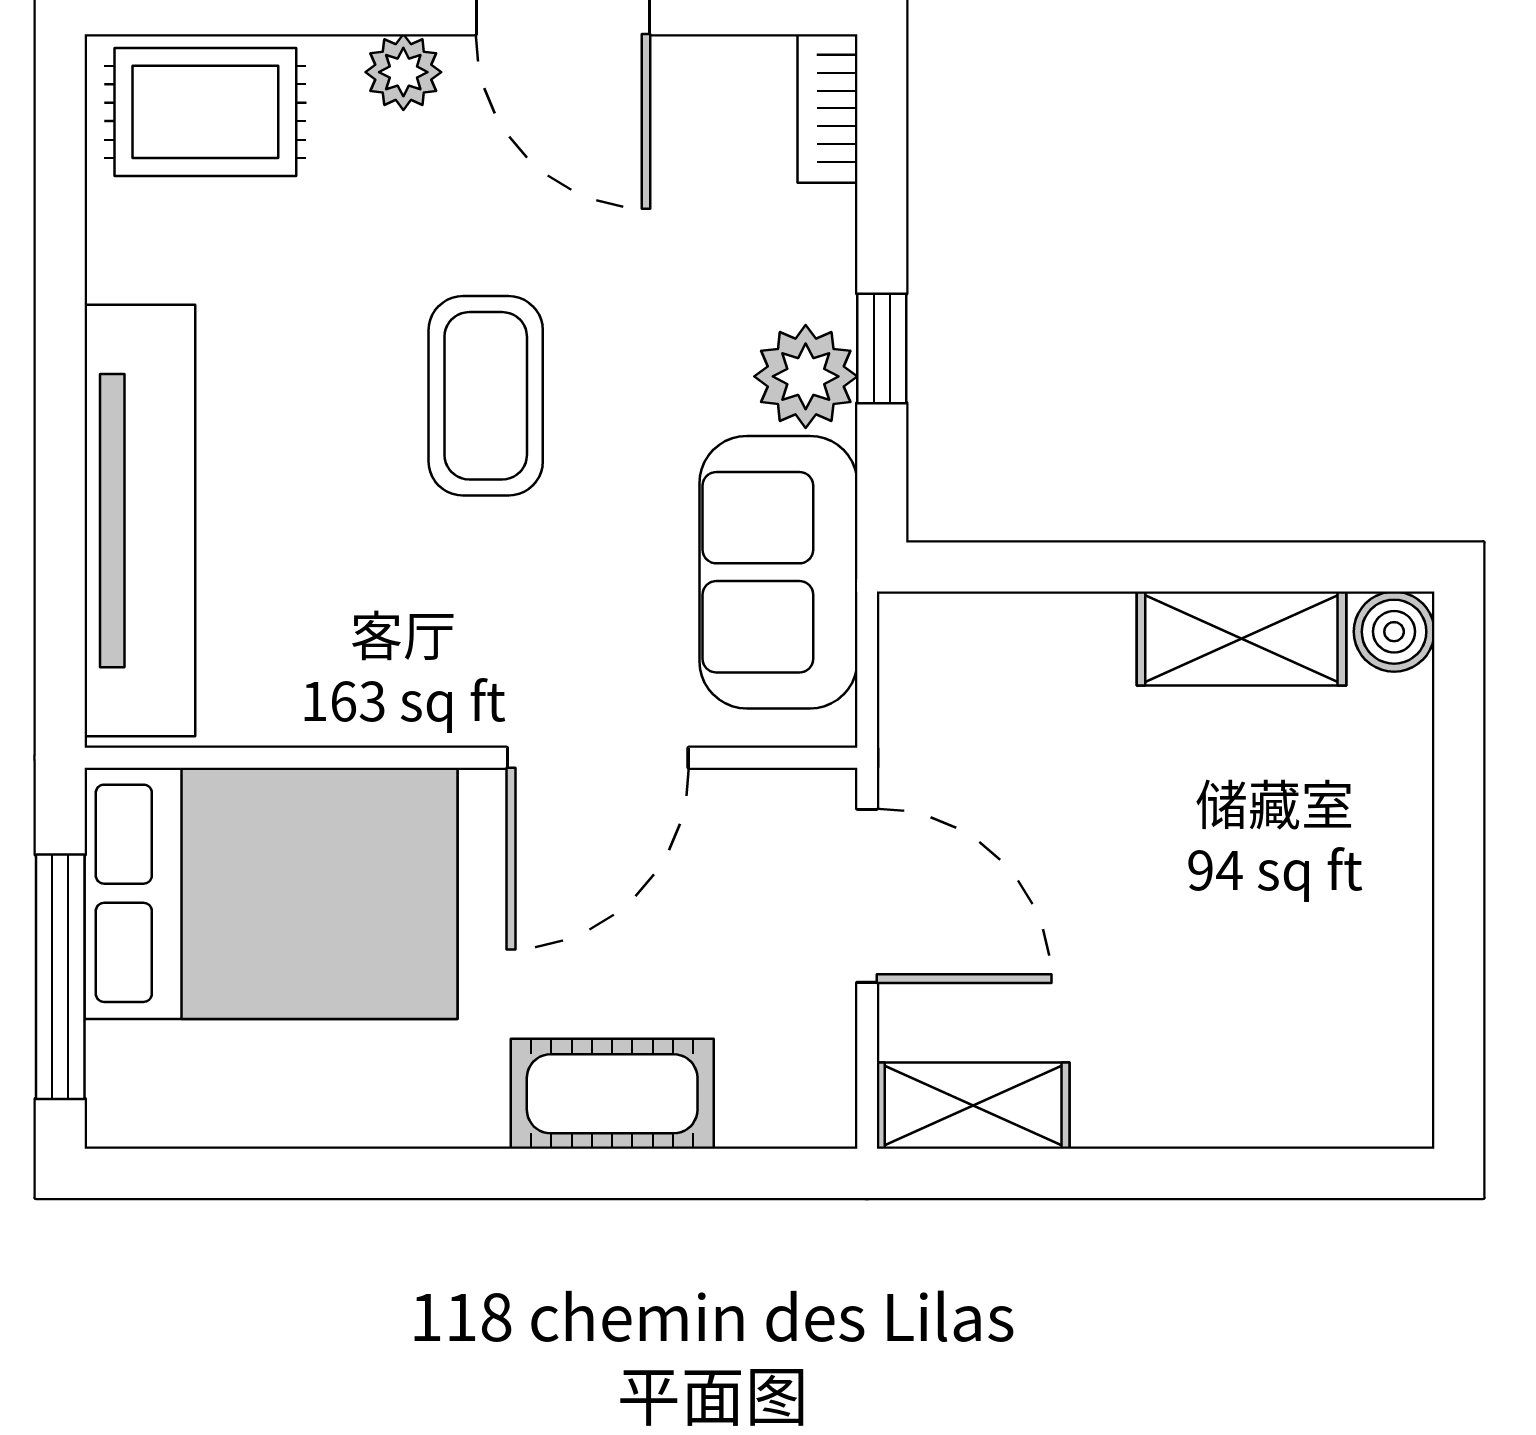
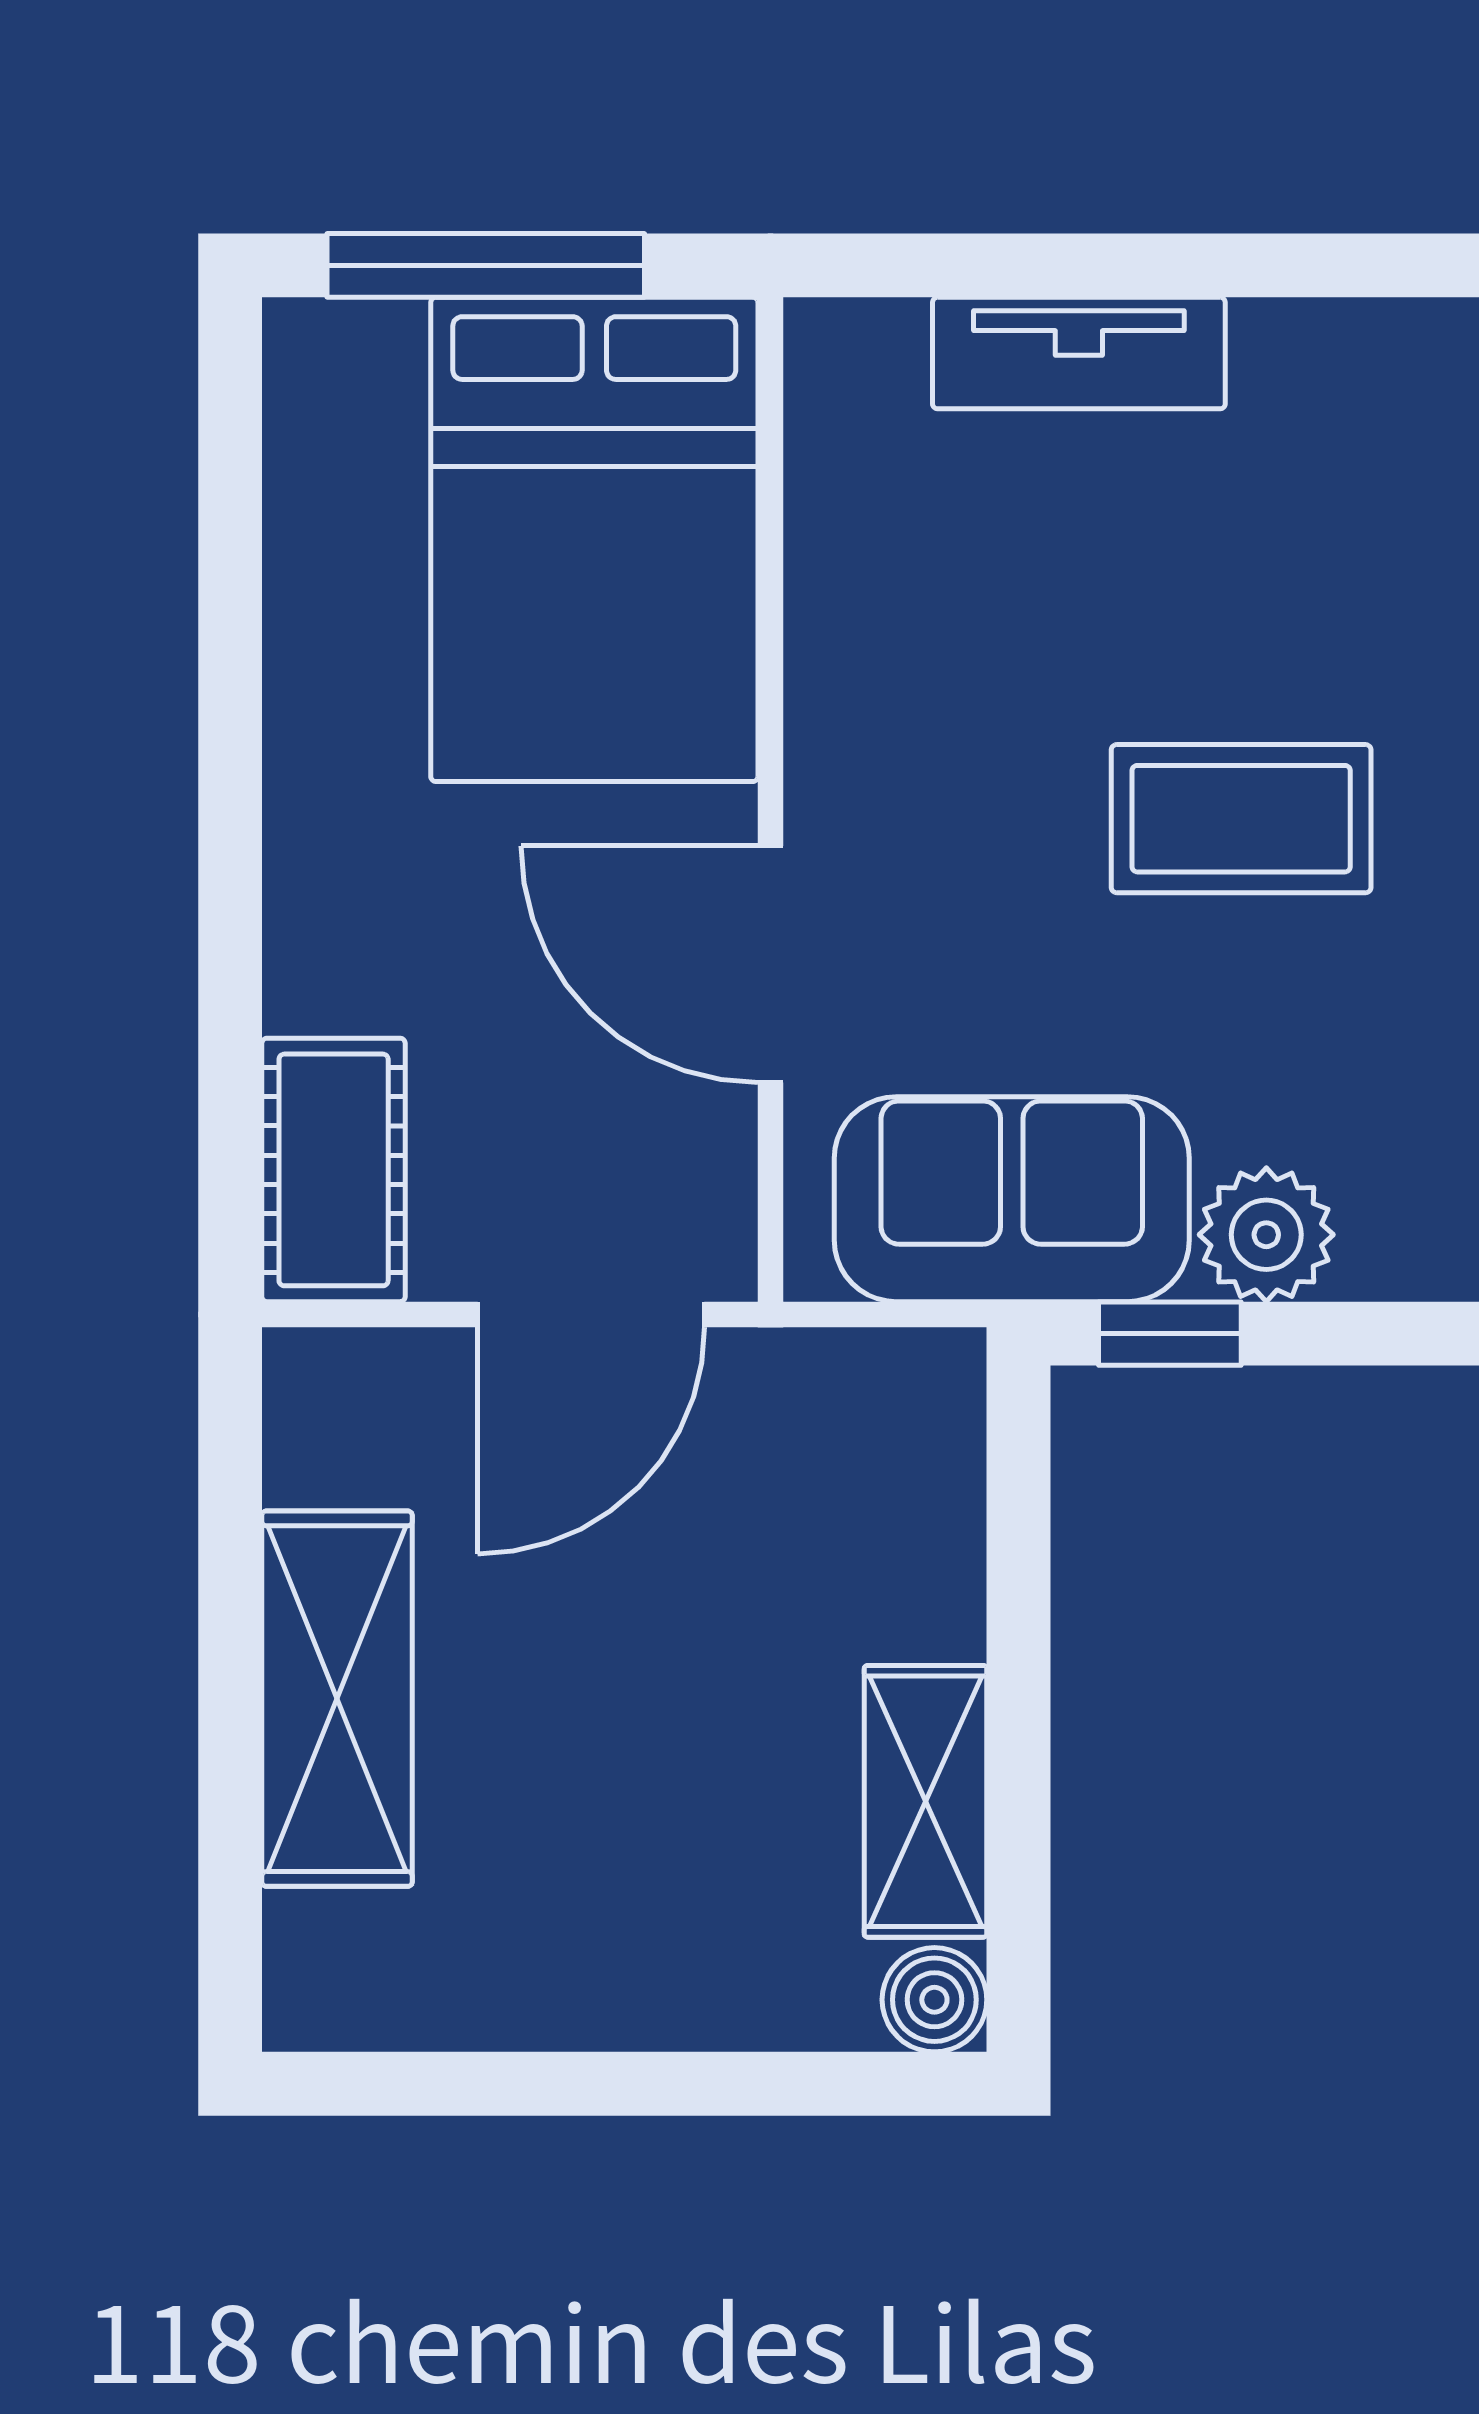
window: (882, 348) -> (1170, 1334), moved
tv unit: (140, 521) -> (1079, 353), width x0.52, depth x0.78
cot: (612, 1094) -> (334, 1170), moved
shelving: (973, 1106) -> (337, 1699), moved, width x1.50, depth x1.33

